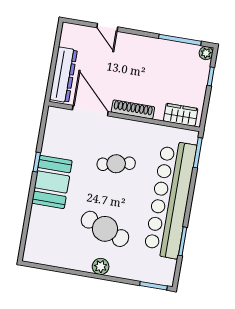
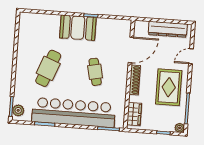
rug: (148, 63) -> (169, 87), added
dresser: (63, 75) -> (168, 29), moved
plant: (101, 266) -> (18, 110), moved

